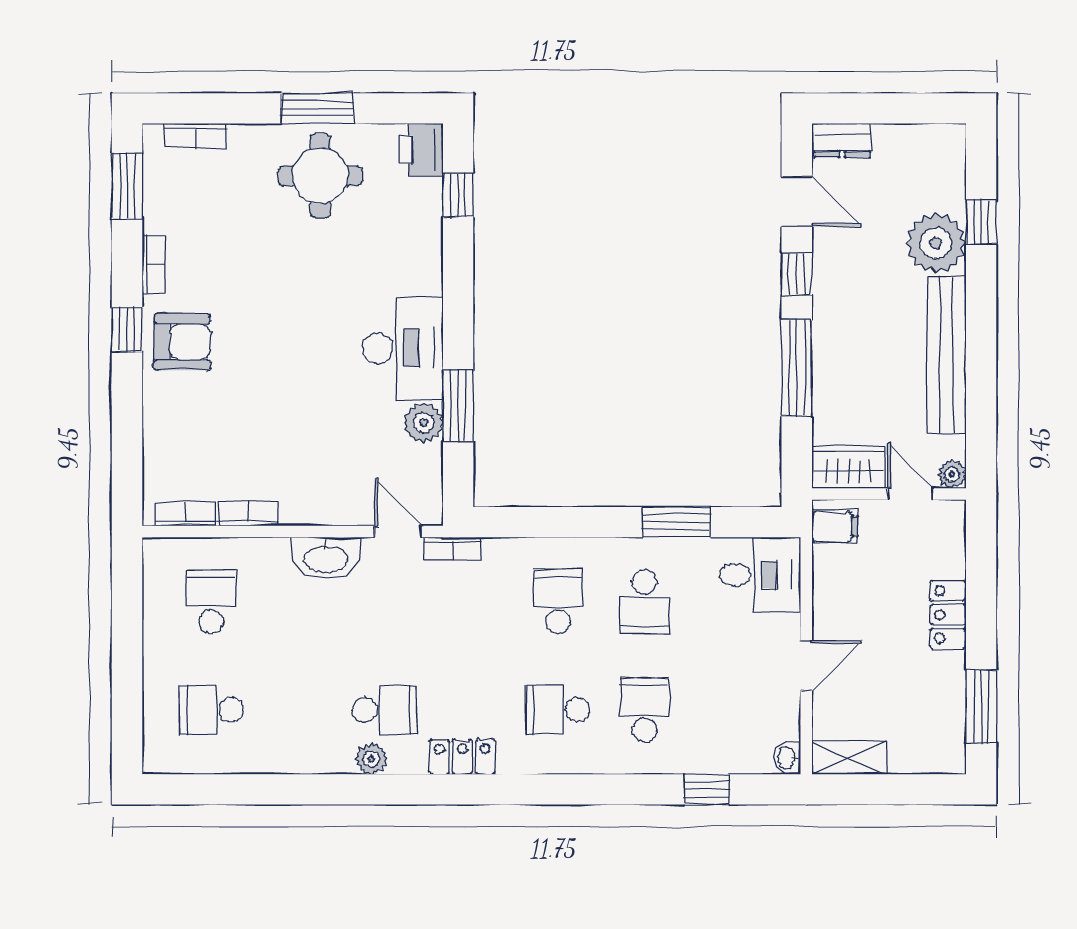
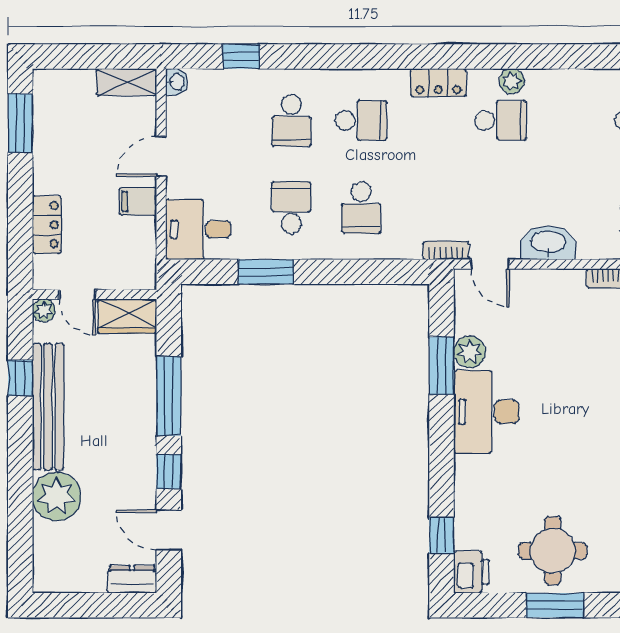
window: (981, 222) -> (20, 378), moved
filing cabinet: (835, 526) -> (138, 201), moved
locker: (948, 615) -> (47, 225), moved
school desk: (385, 710) -> (501, 121), turned 180

